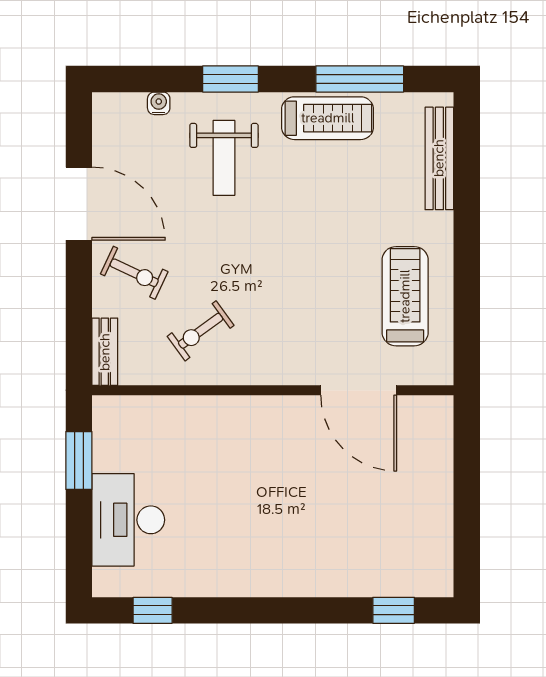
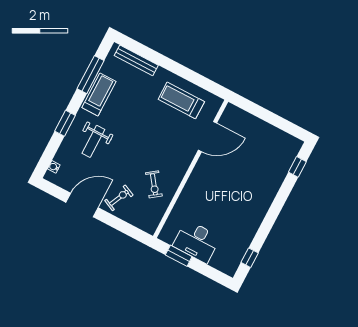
water cooler: (159, 103) -> (54, 167), moved
weight bench: (224, 158) -> (93, 141), turned 90
bench: (105, 352) -> (143, 225), removed
desk: (128, 520) -> (197, 241), moved

